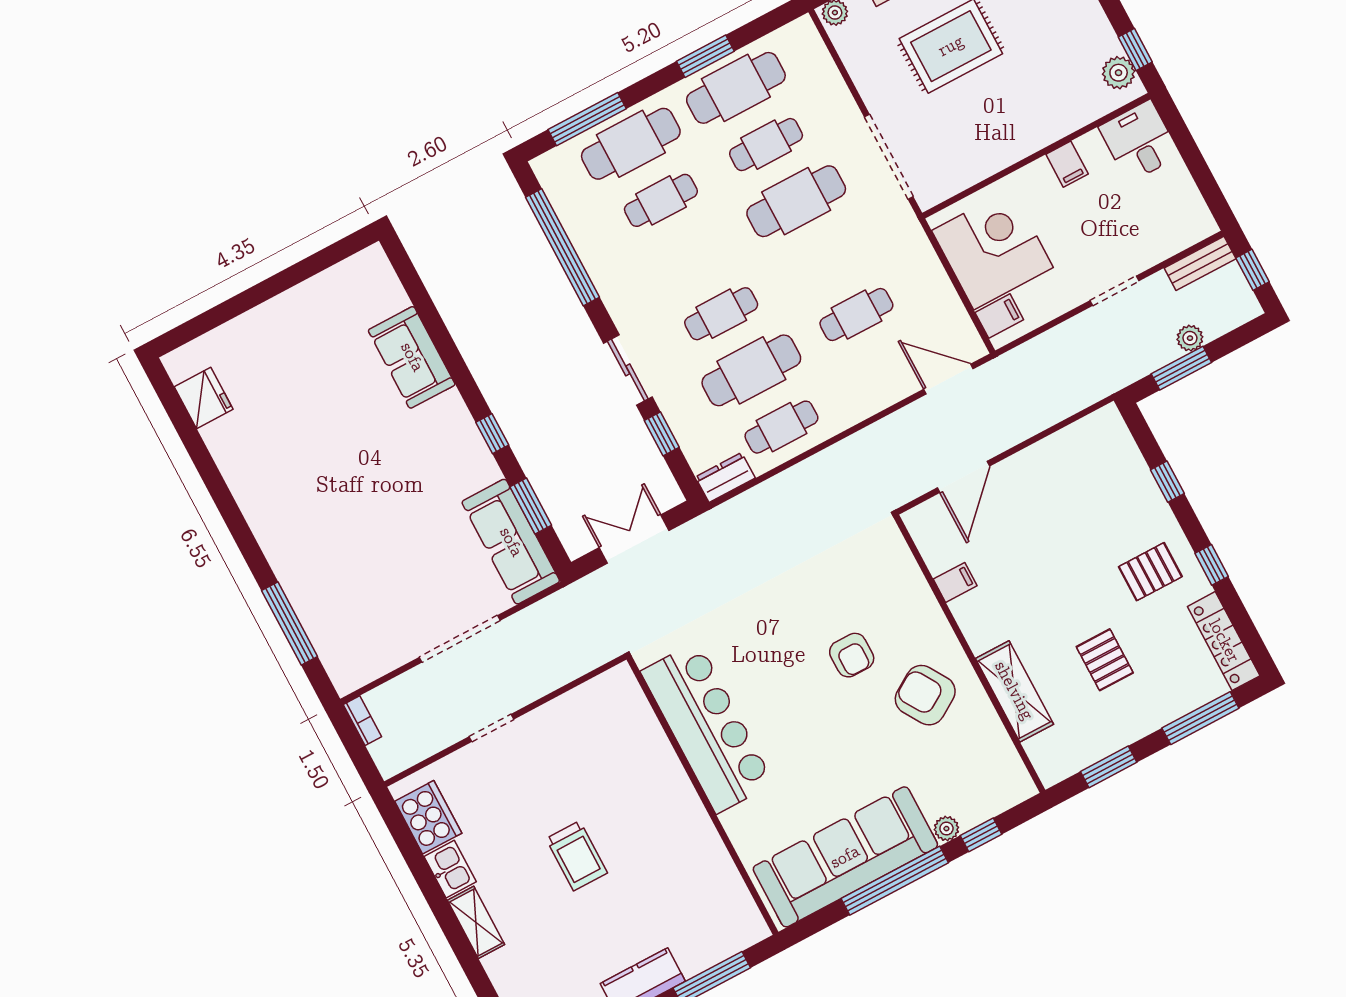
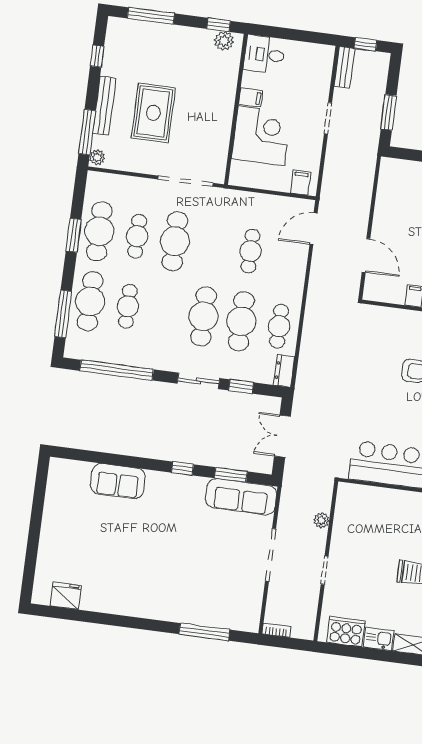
corner desk: (992, 249) -> (261, 136), moved, turned 90
cafe table: (721, 314) -> (204, 316), width x1.37, depth x1.35
plant: (1190, 338) -> (321, 520), moved

